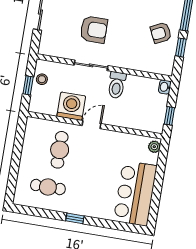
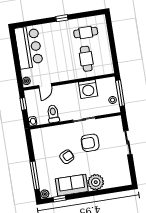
armchair: (161, 33) -> (67, 157), moved
window: (181, 47) -> (31, 150), removed
window: (28, 85) -> (120, 93), width x2.17
toilet: (117, 85) -> (53, 114), moved
door: (92, 125) -> (45, 86), moved

